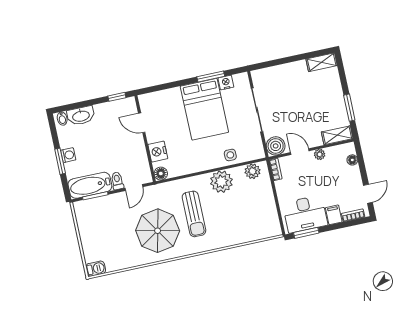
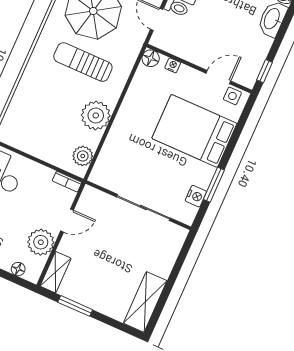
shelving: (322, 62) -> (145, 302), width x1.50, depth x1.33
bed: (204, 109) -> (194, 131), moved
boiler: (276, 146) -> (92, 200), removed
nightstand: (158, 152) -> (173, 65), width x0.53, depth x0.56
plant: (320, 154) -> (41, 242), width x1.87, depth x1.87
side table: (230, 155) -> (232, 96), moved

